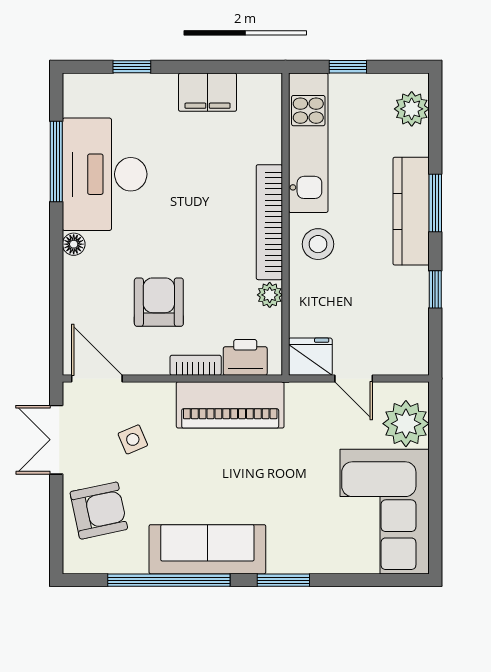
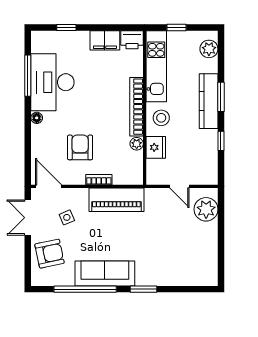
printer: (245, 357) -> (132, 40), moved, turned 180
fridge: (310, 357) -> (156, 147), moved, turned 90
corner sofa: (385, 512) -> (195, 254), removed

